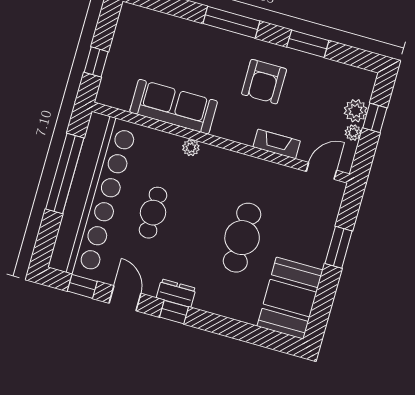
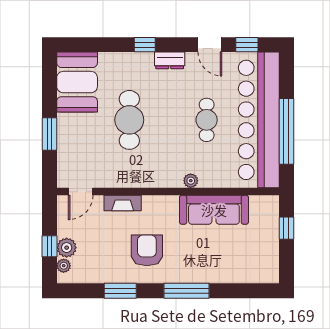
plant: (353, 133) -> (64, 266), moved
window: (174, 312) -> (145, 45), moved

